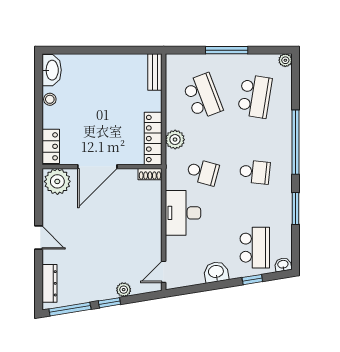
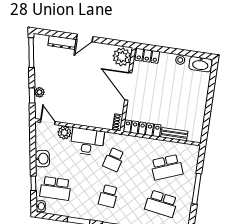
bench: (155, 72) -> (174, 134), moved
plant: (175, 140) -> (64, 133), moved
dresser: (49, 283) -> (62, 42), moved
window: (109, 303) -> (32, 95), moved

